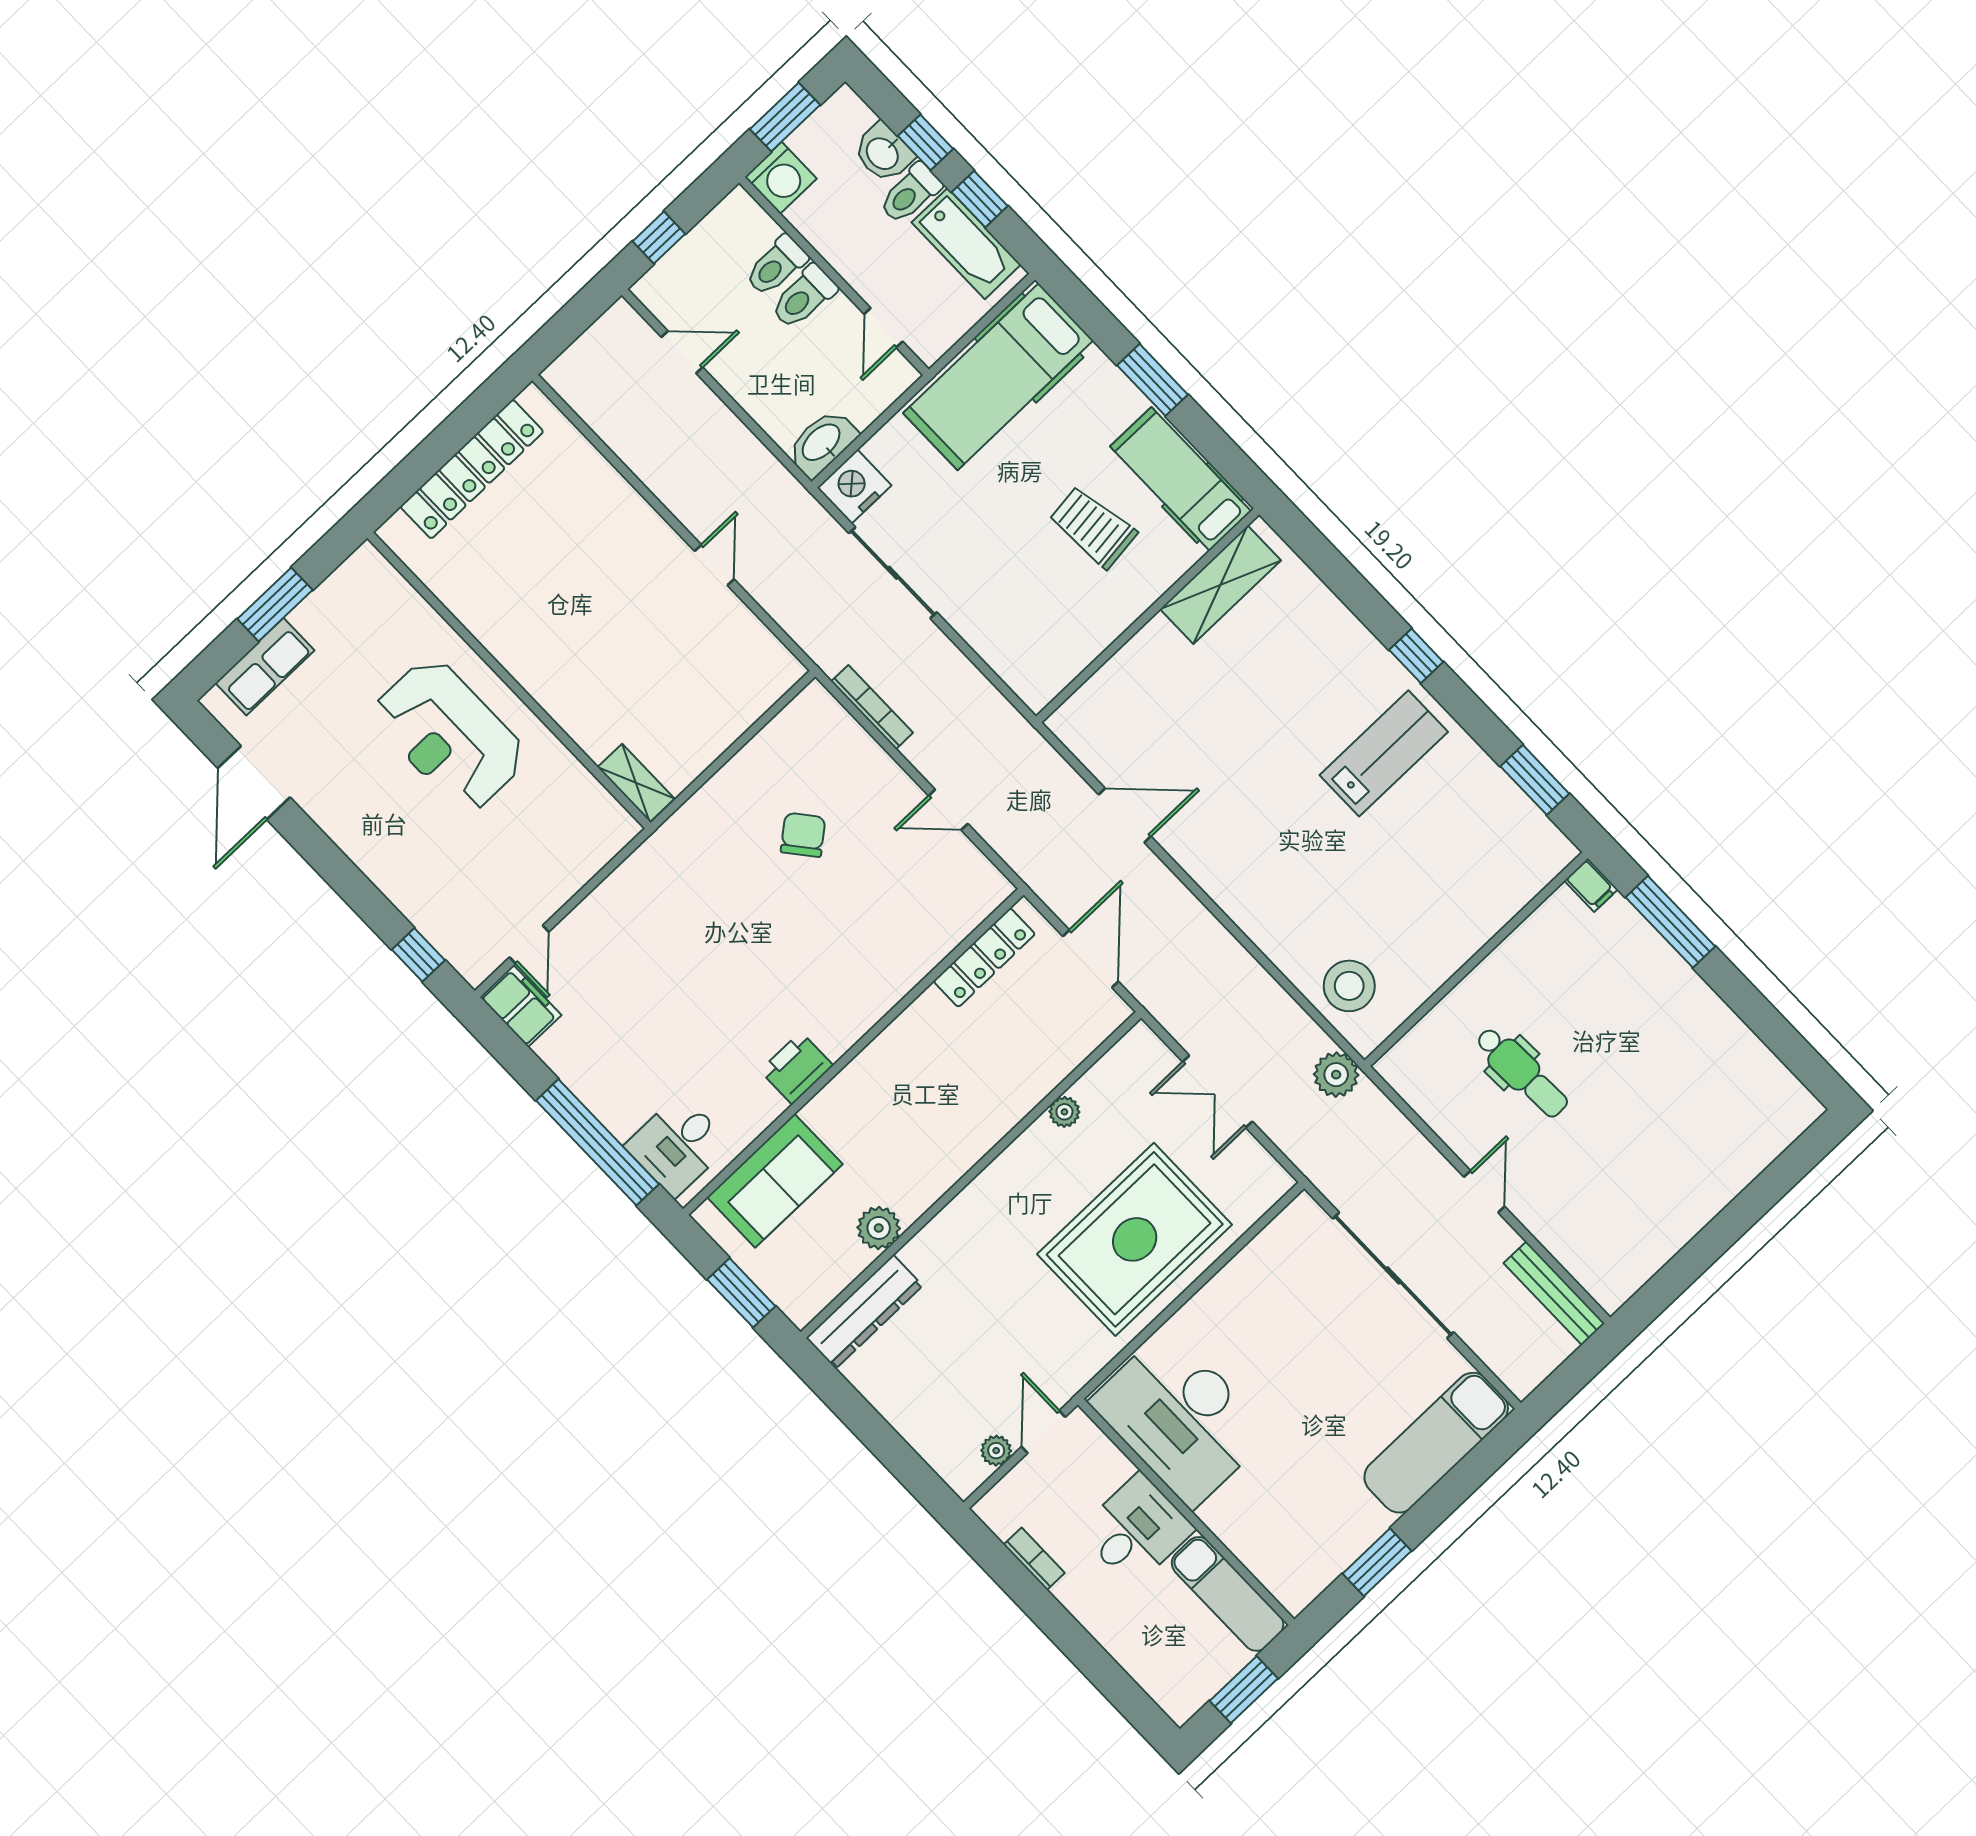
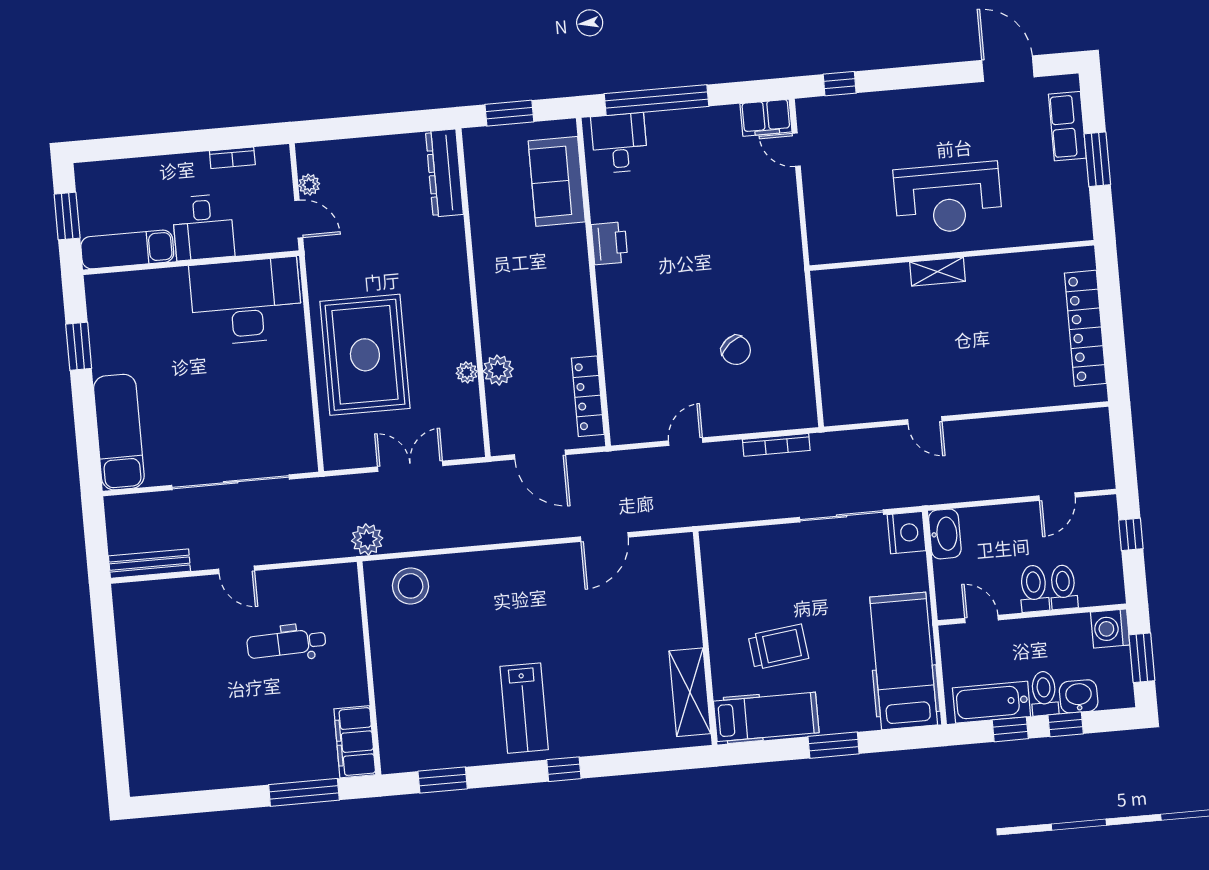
reception desk: (449, 735) -> (948, 198), turned 180
shelving: (636, 783) -> (938, 272), moved
filing cabinet: (1591, 885) -> (355, 742), width x3.00, depth x1.17
plant: (879, 1228) -> (498, 370), moved

